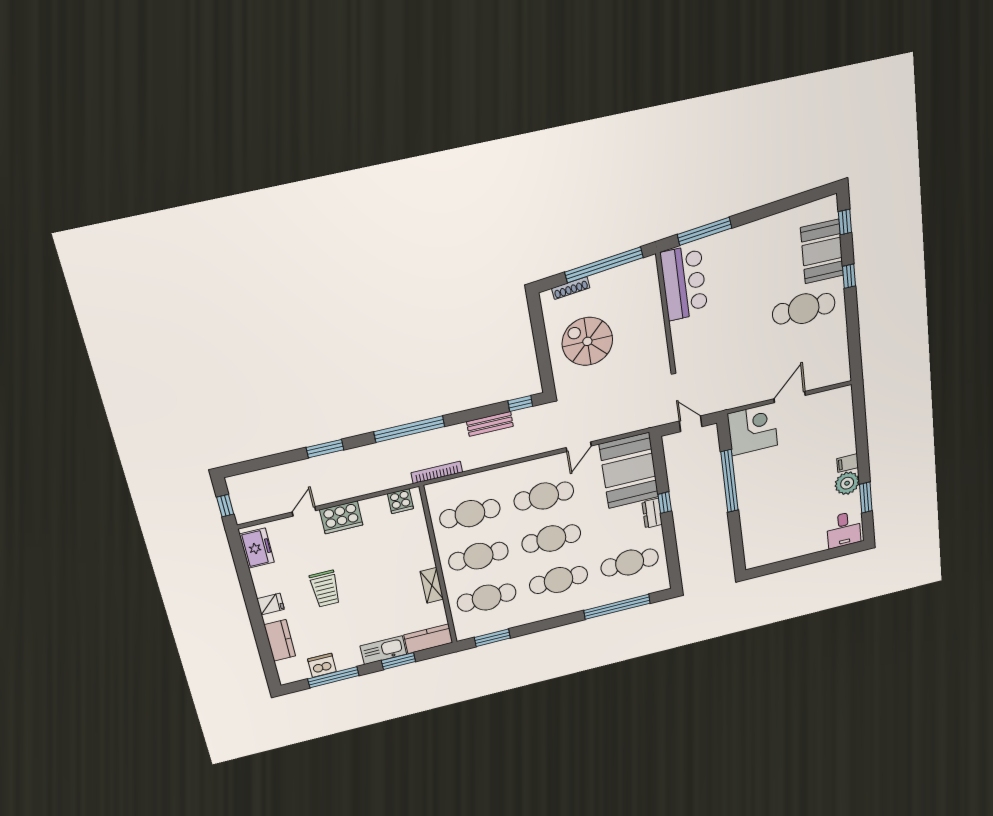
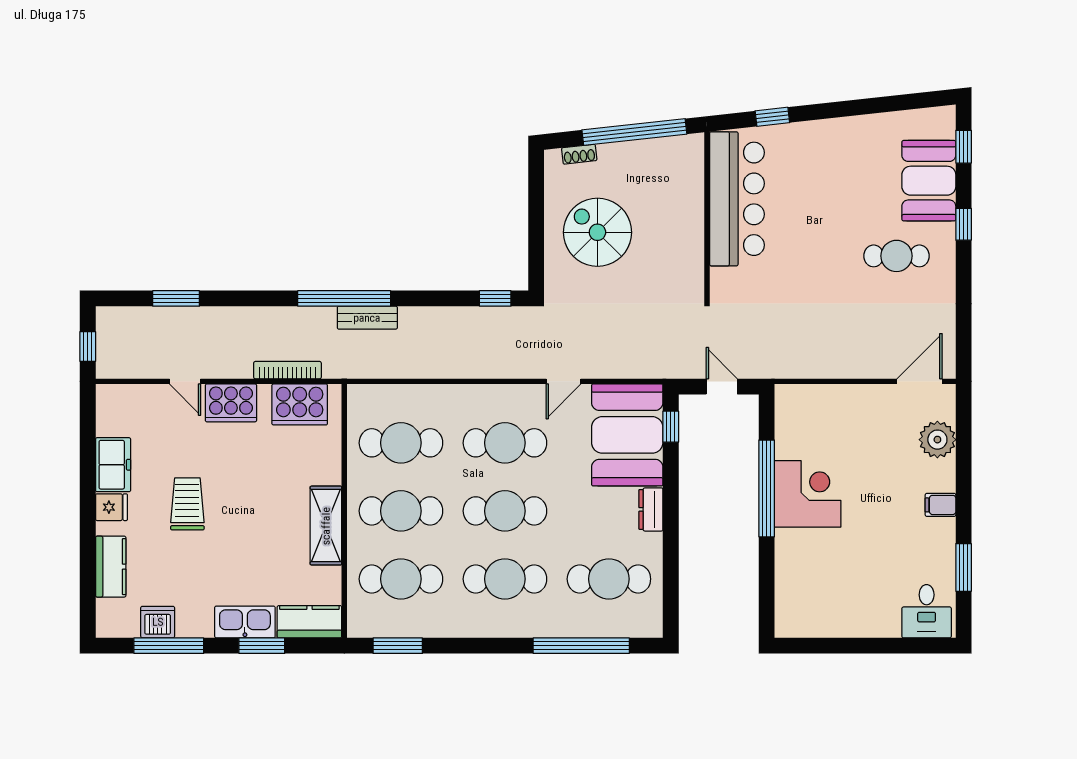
window: (705, 231) -> (772, 117), width x0.46
bar counter: (684, 283) -> (737, 199), width x1.36
shoe rack: (571, 288) -> (579, 154), width x0.70
cafe table: (804, 309) -> (897, 256), width x0.73, depth x0.74
door: (790, 397) -> (919, 381), moved
bench: (490, 424) -> (367, 318), moved
corner desk: (752, 429) -> (808, 494), moved
window: (325, 449) -> (176, 298), moved
bookcase: (437, 472) -> (287, 370), moved
plant: (847, 483) -> (937, 440), moved
cooker: (400, 501) -> (300, 404), width x1.87, depth x1.31
window: (665, 503) -> (671, 427), moved
door: (304, 511) -> (185, 381), swing flipped
freezer: (257, 548) -> (113, 465), moved
shelving: (432, 585) -> (326, 526), width x1.50, depth x1.33
trolley: (325, 589) -> (187, 504), turned 180

